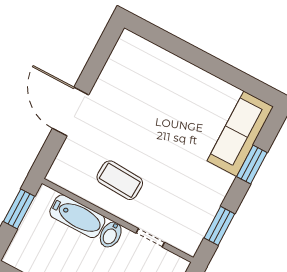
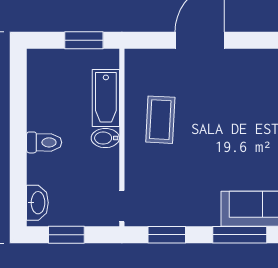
window: (252, 165) -> (240, 235), width x1.44
doorway: (150, 238) -> (122, 206), moved

